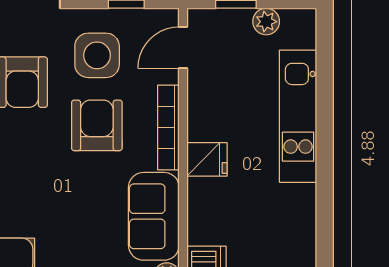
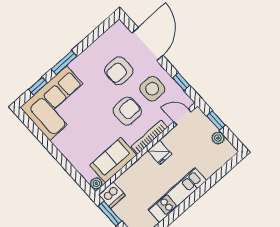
kitchen unit: (298, 116) -> (177, 195), moved
fridge: (207, 159) -> (160, 152), moved

